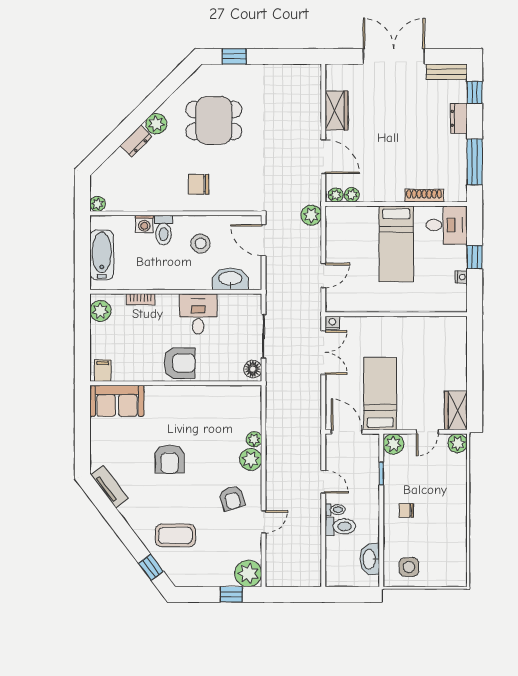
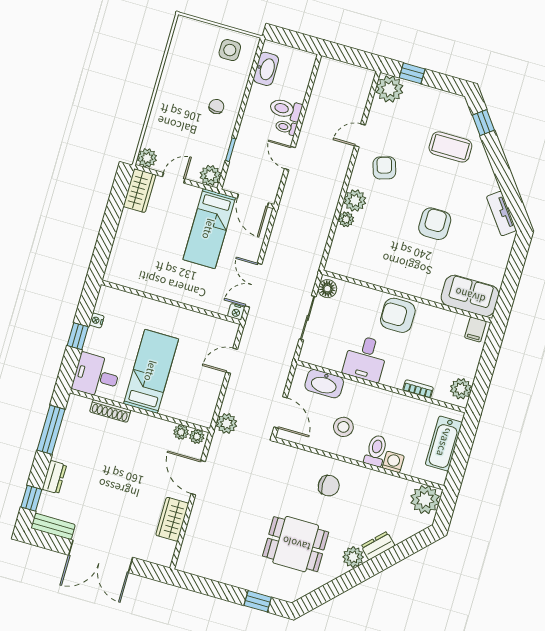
plant: (98, 204) -> (425, 500), width x1.88, depth x1.88
chair: (406, 510) -> (216, 107), turned -85

